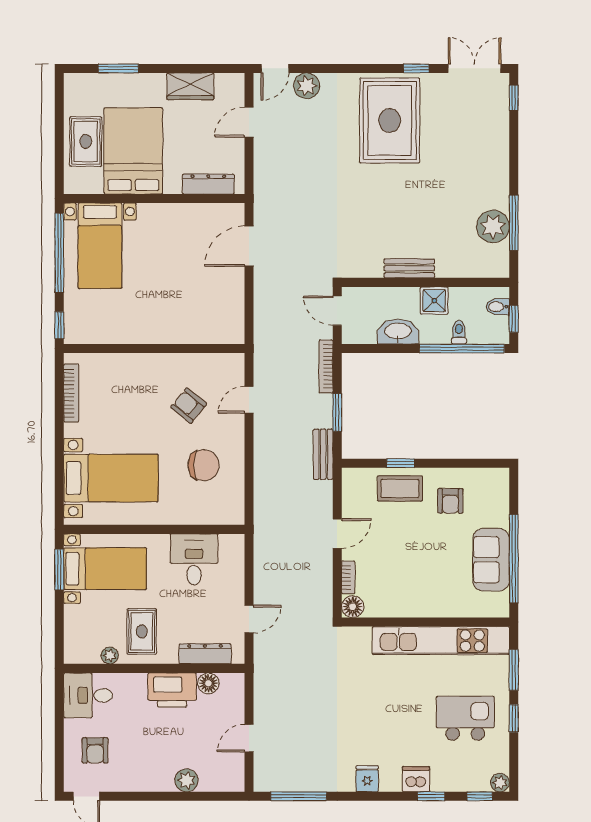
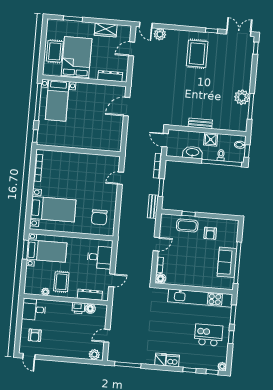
door: (275, 68) -> (146, 25), hinge flipped
rug: (390, 120) -> (197, 54), width x0.73, depth x0.69
plant: (493, 226) -> (242, 97), moved
armchair: (189, 406) -> (92, 178), removed
chair: (204, 465) -> (99, 217), moved, turned 90
desk: (194, 559) -> (100, 257), moved, turned 90
printer: (172, 690) -> (78, 308), width x0.53, depth x0.68
dishwasher: (416, 779) -> (173, 361), moved
plant: (187, 780) -> (94, 354), moved

